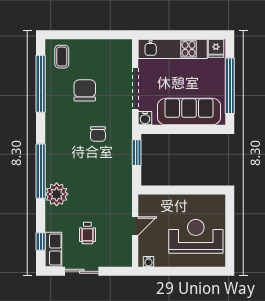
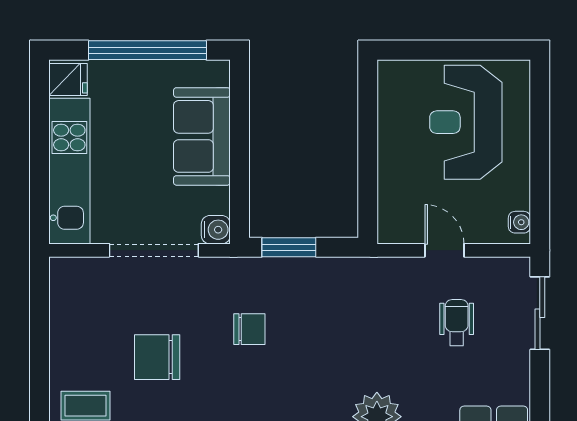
sofa: (189, 112) -> (202, 136), width x0.73
wheelchair: (87, 233) -> (457, 323), moved, turned -90
sliding door: (82, 271) -> (540, 313), moved

